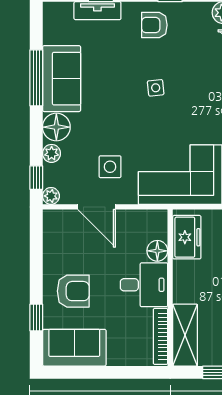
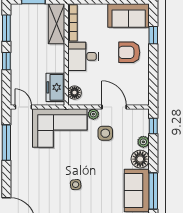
plant: (51, 196) -> (93, 114), moved
floor lamp: (157, 251) -> (75, 93), moved

